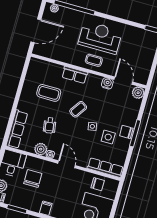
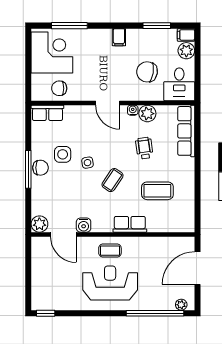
reception desk: (100, 37) -> (110, 283), turned 180
row of seats: (105, 168) -> (47, 113), width x0.68
chair: (33, 178) -> (147, 72), turned 99

